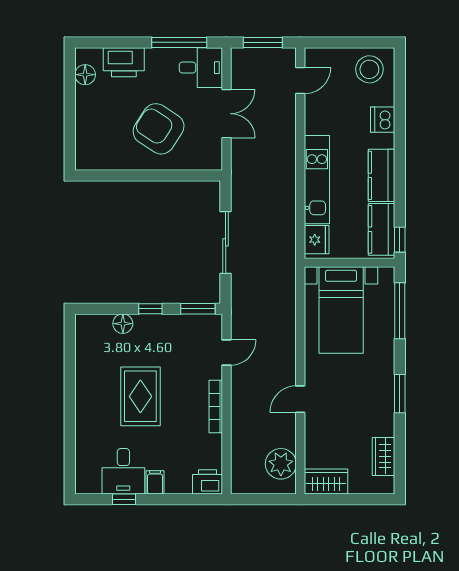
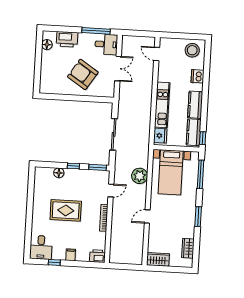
window: (263, 42) -> (139, 33), removed
door: (300, 80) -> (157, 54), swing flipped
rug: (140, 396) -> (66, 210), turned 90
plant: (281, 464) -> (140, 176), moved
desk: (123, 471) -> (41, 247), moved

